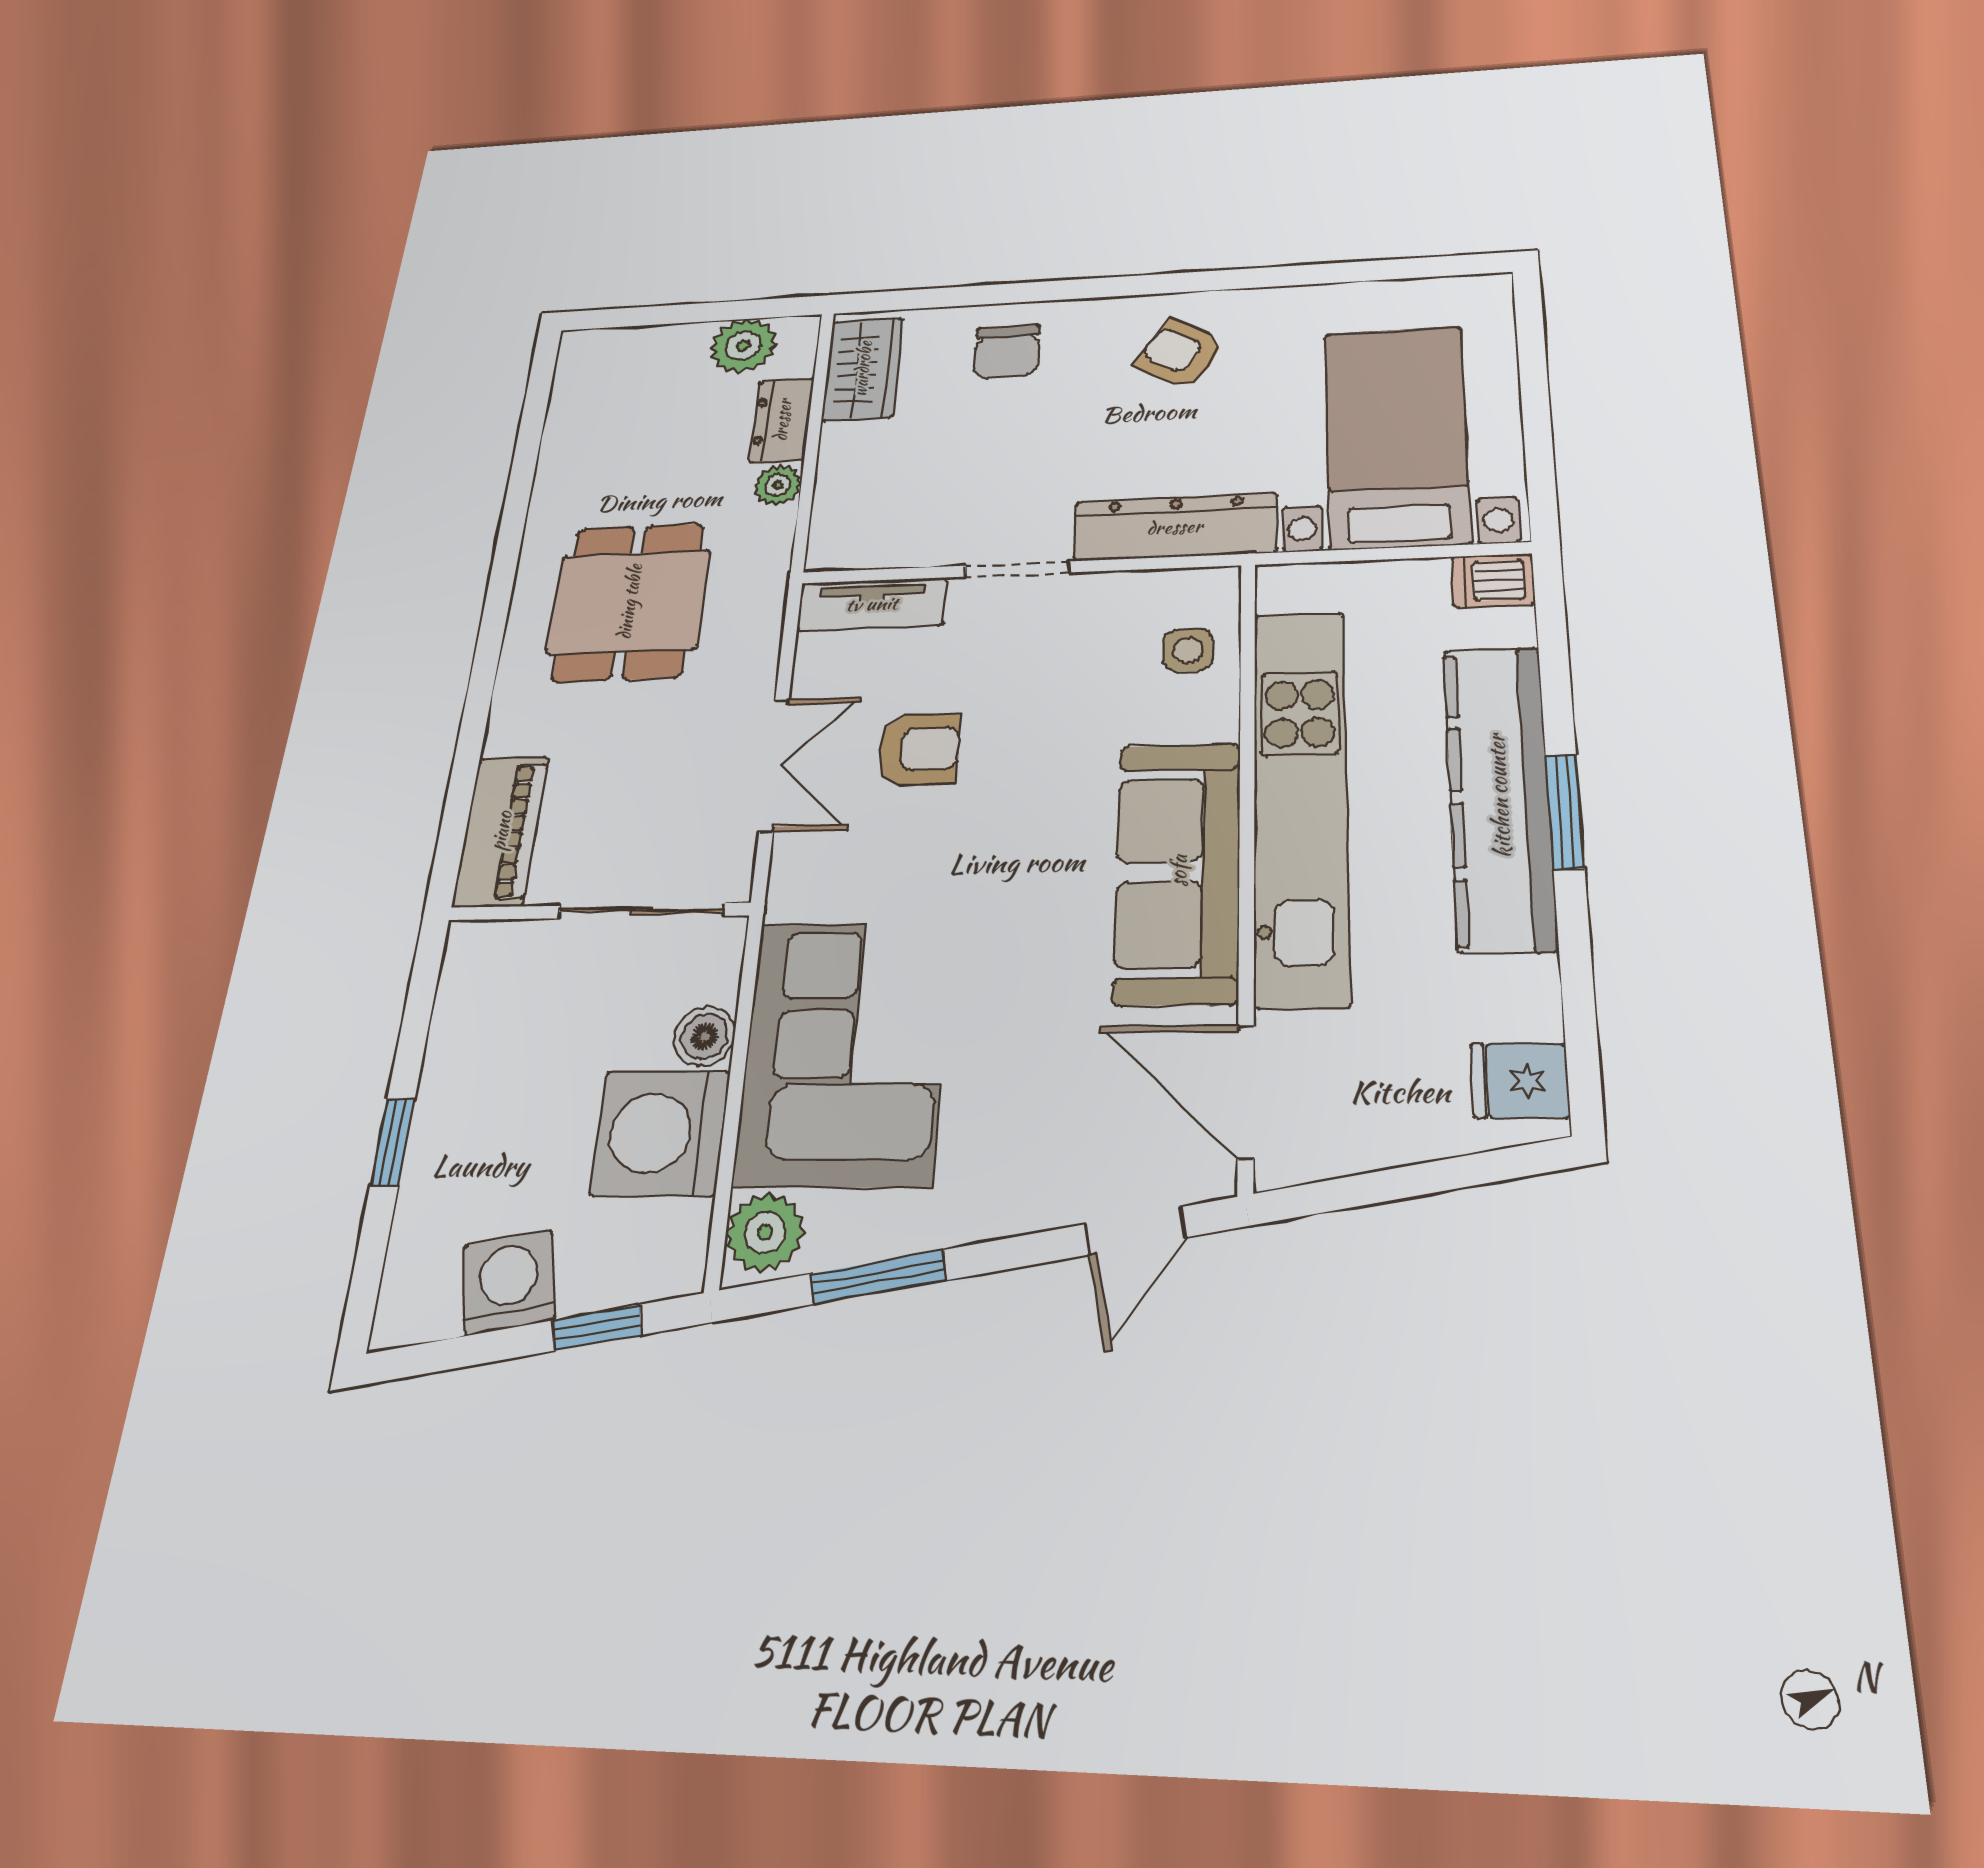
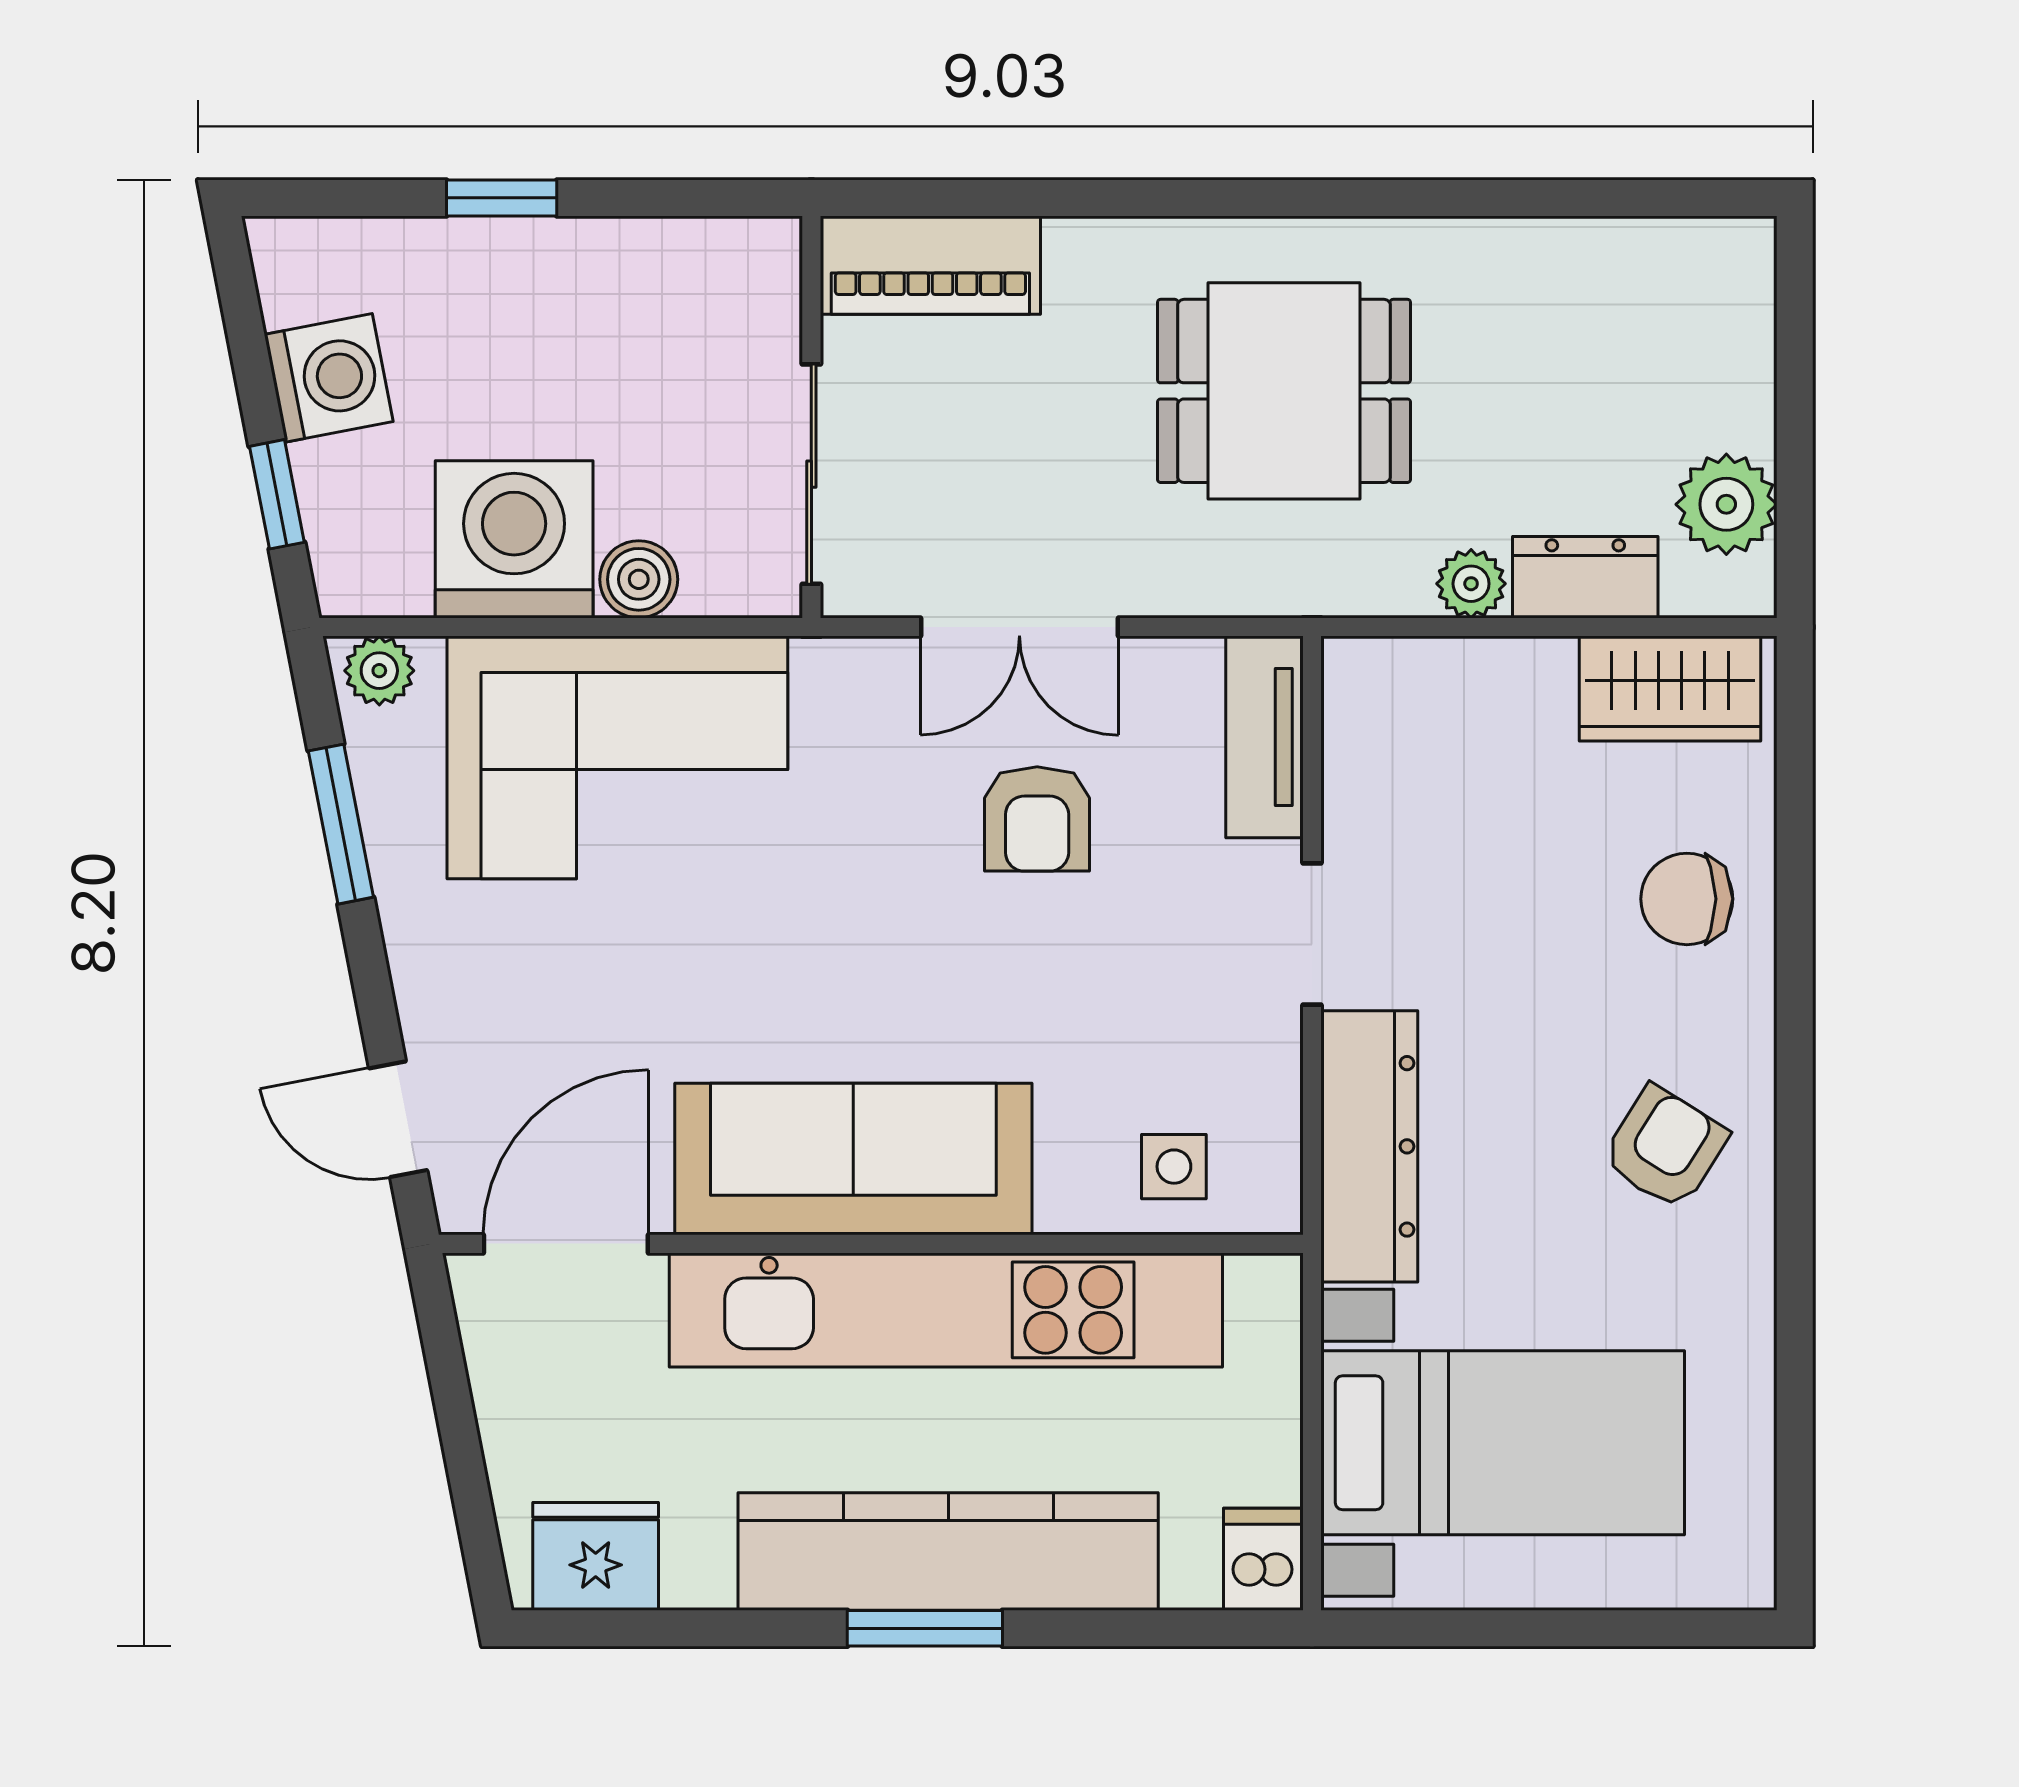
fridge: (1520, 1081) -> (596, 1556), width x1.38
plant: (765, 1232) -> (379, 671), width x0.73, depth x0.73

